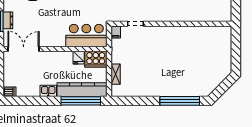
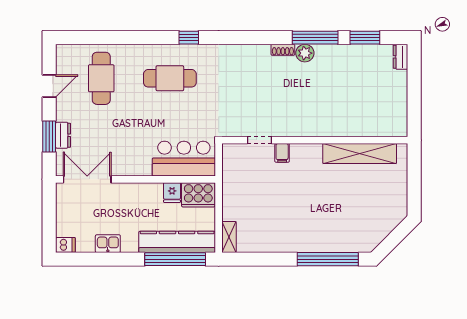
filing cabinet: (116, 32) -> (282, 153), moved
shelving: (200, 32) -> (360, 154), added
shelving: (116, 74) -> (229, 237), moved
kitchen sink: (48, 91) -> (108, 244), moved

